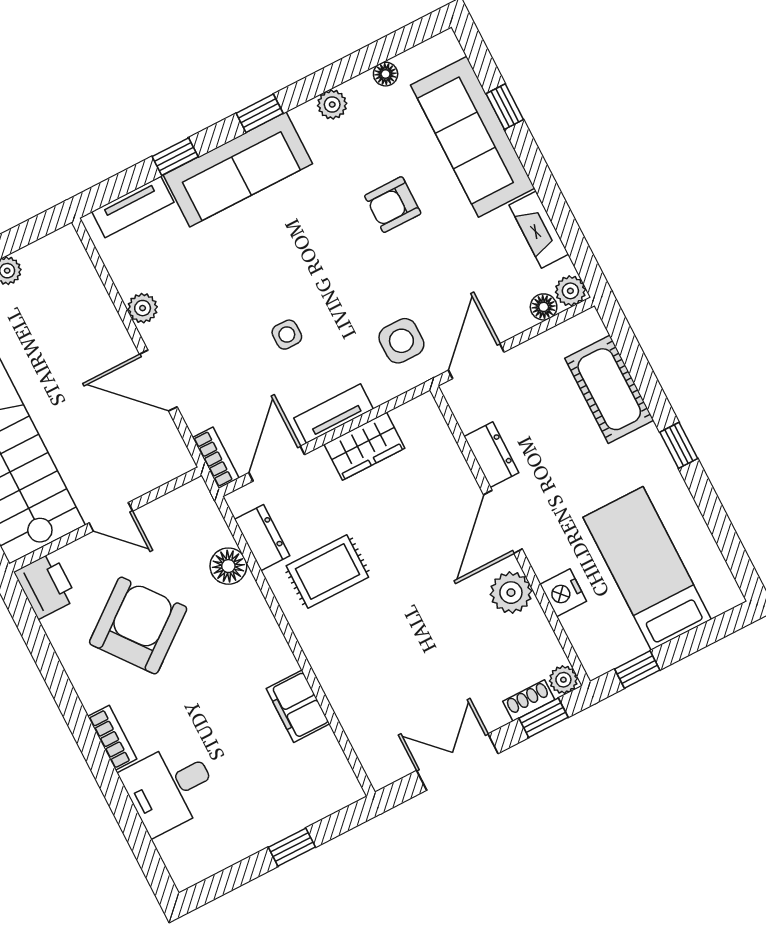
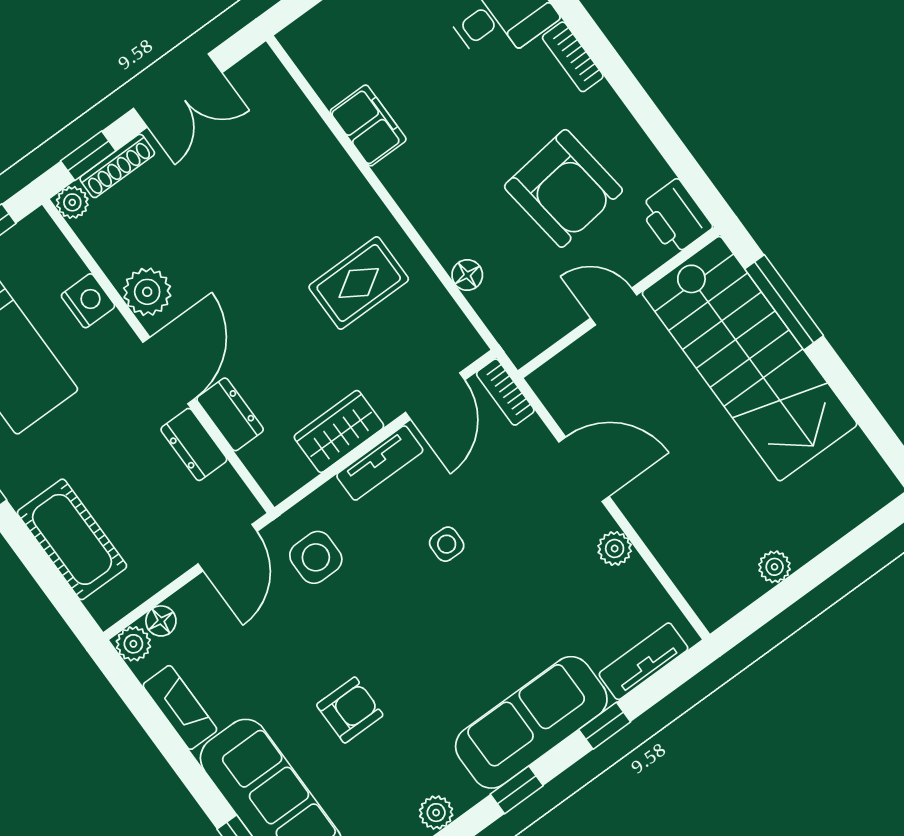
dresser: (262, 538) -> (230, 414), moved, turned 180
floor lamp: (228, 566) -> (467, 275), width x0.73, depth x0.73
armchair: (138, 625) -> (563, 188), turned -59
shoe rack: (529, 701) -> (117, 166), width x1.43

